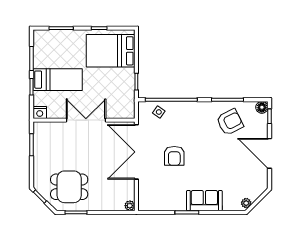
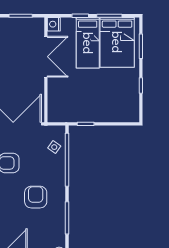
bed: (111, 51) -> (117, 42), moved, turned 180
double door: (86, 120) -> (46, 57), moved
armchair: (230, 122) -> (36, 197), moved, turned -153

